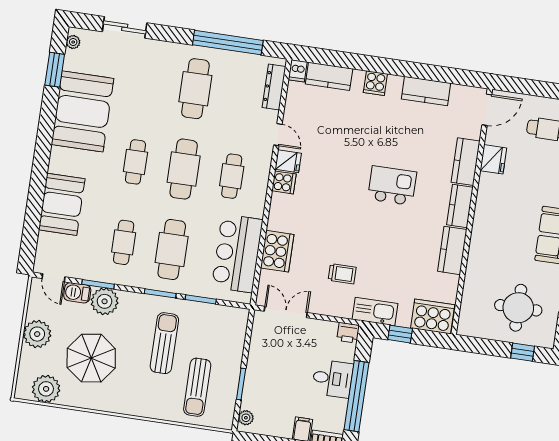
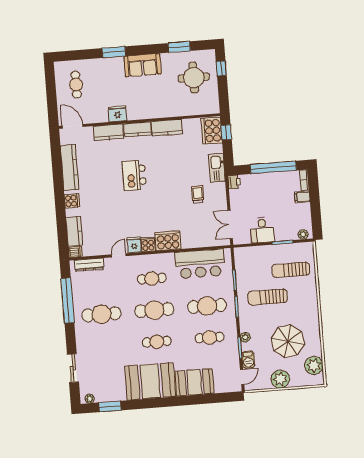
kitchen counter: (426, 91) -> (70, 168), width x1.50
booth: (82, 111) -> (150, 381), moved
fridge: (493, 159) -> (117, 114), moved
cooker: (277, 251) -> (168, 241), moved
plant: (105, 301) -> (245, 337), width x0.53, depth x0.53
window: (400, 334) -> (226, 132), moved
desk: (332, 379) -> (262, 230), moved, turned 180
sun lounger: (197, 387) -> (291, 270), turned 180

